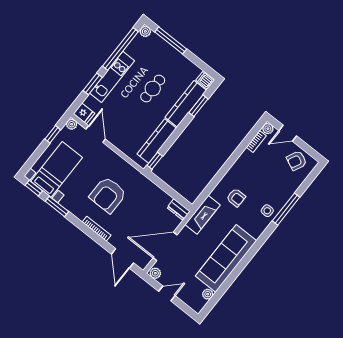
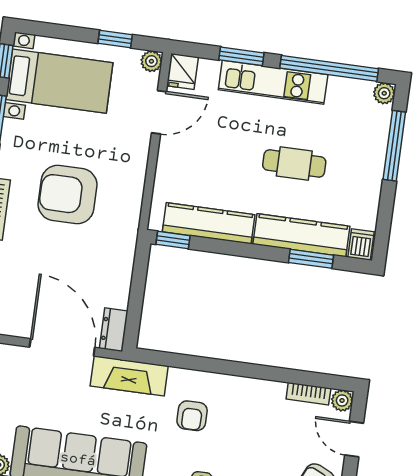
door: (165, 246) -> (62, 347), moved

